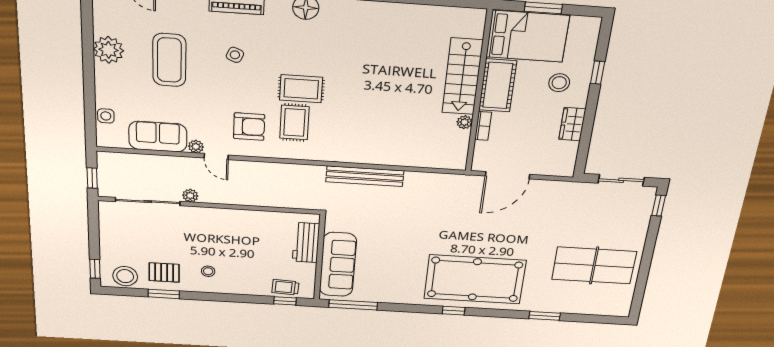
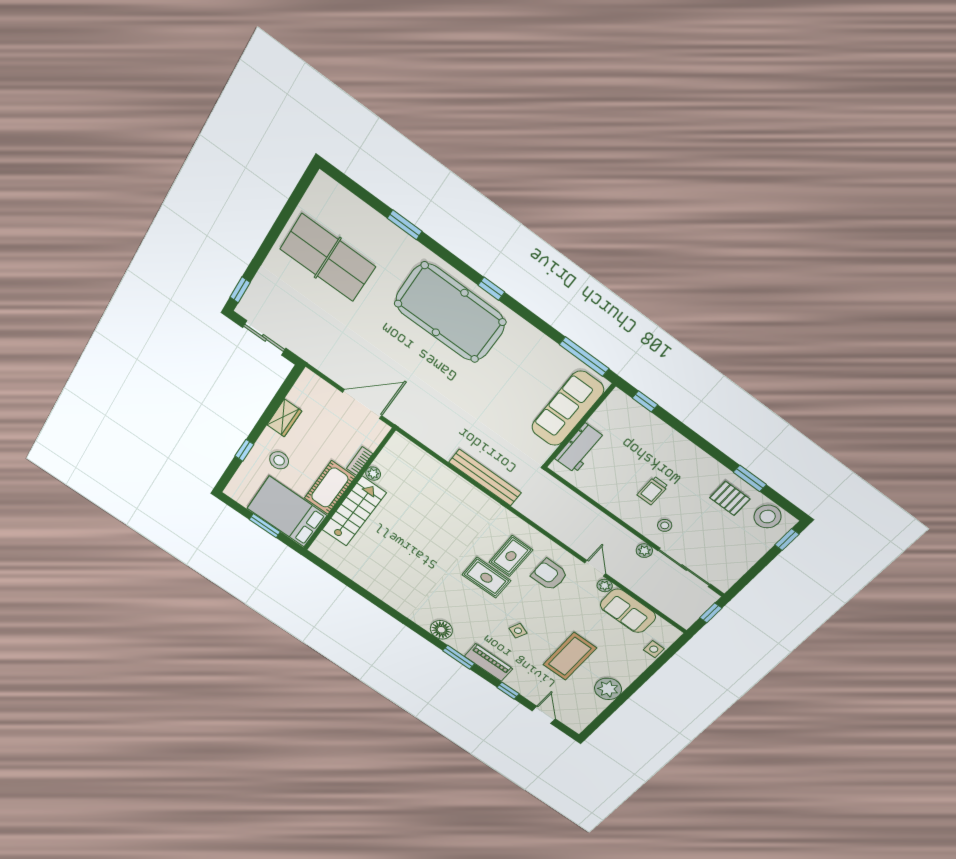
stool: (208, 271) -> (665, 525), moved
trolley: (285, 287) -> (653, 491), moved, turned 87

